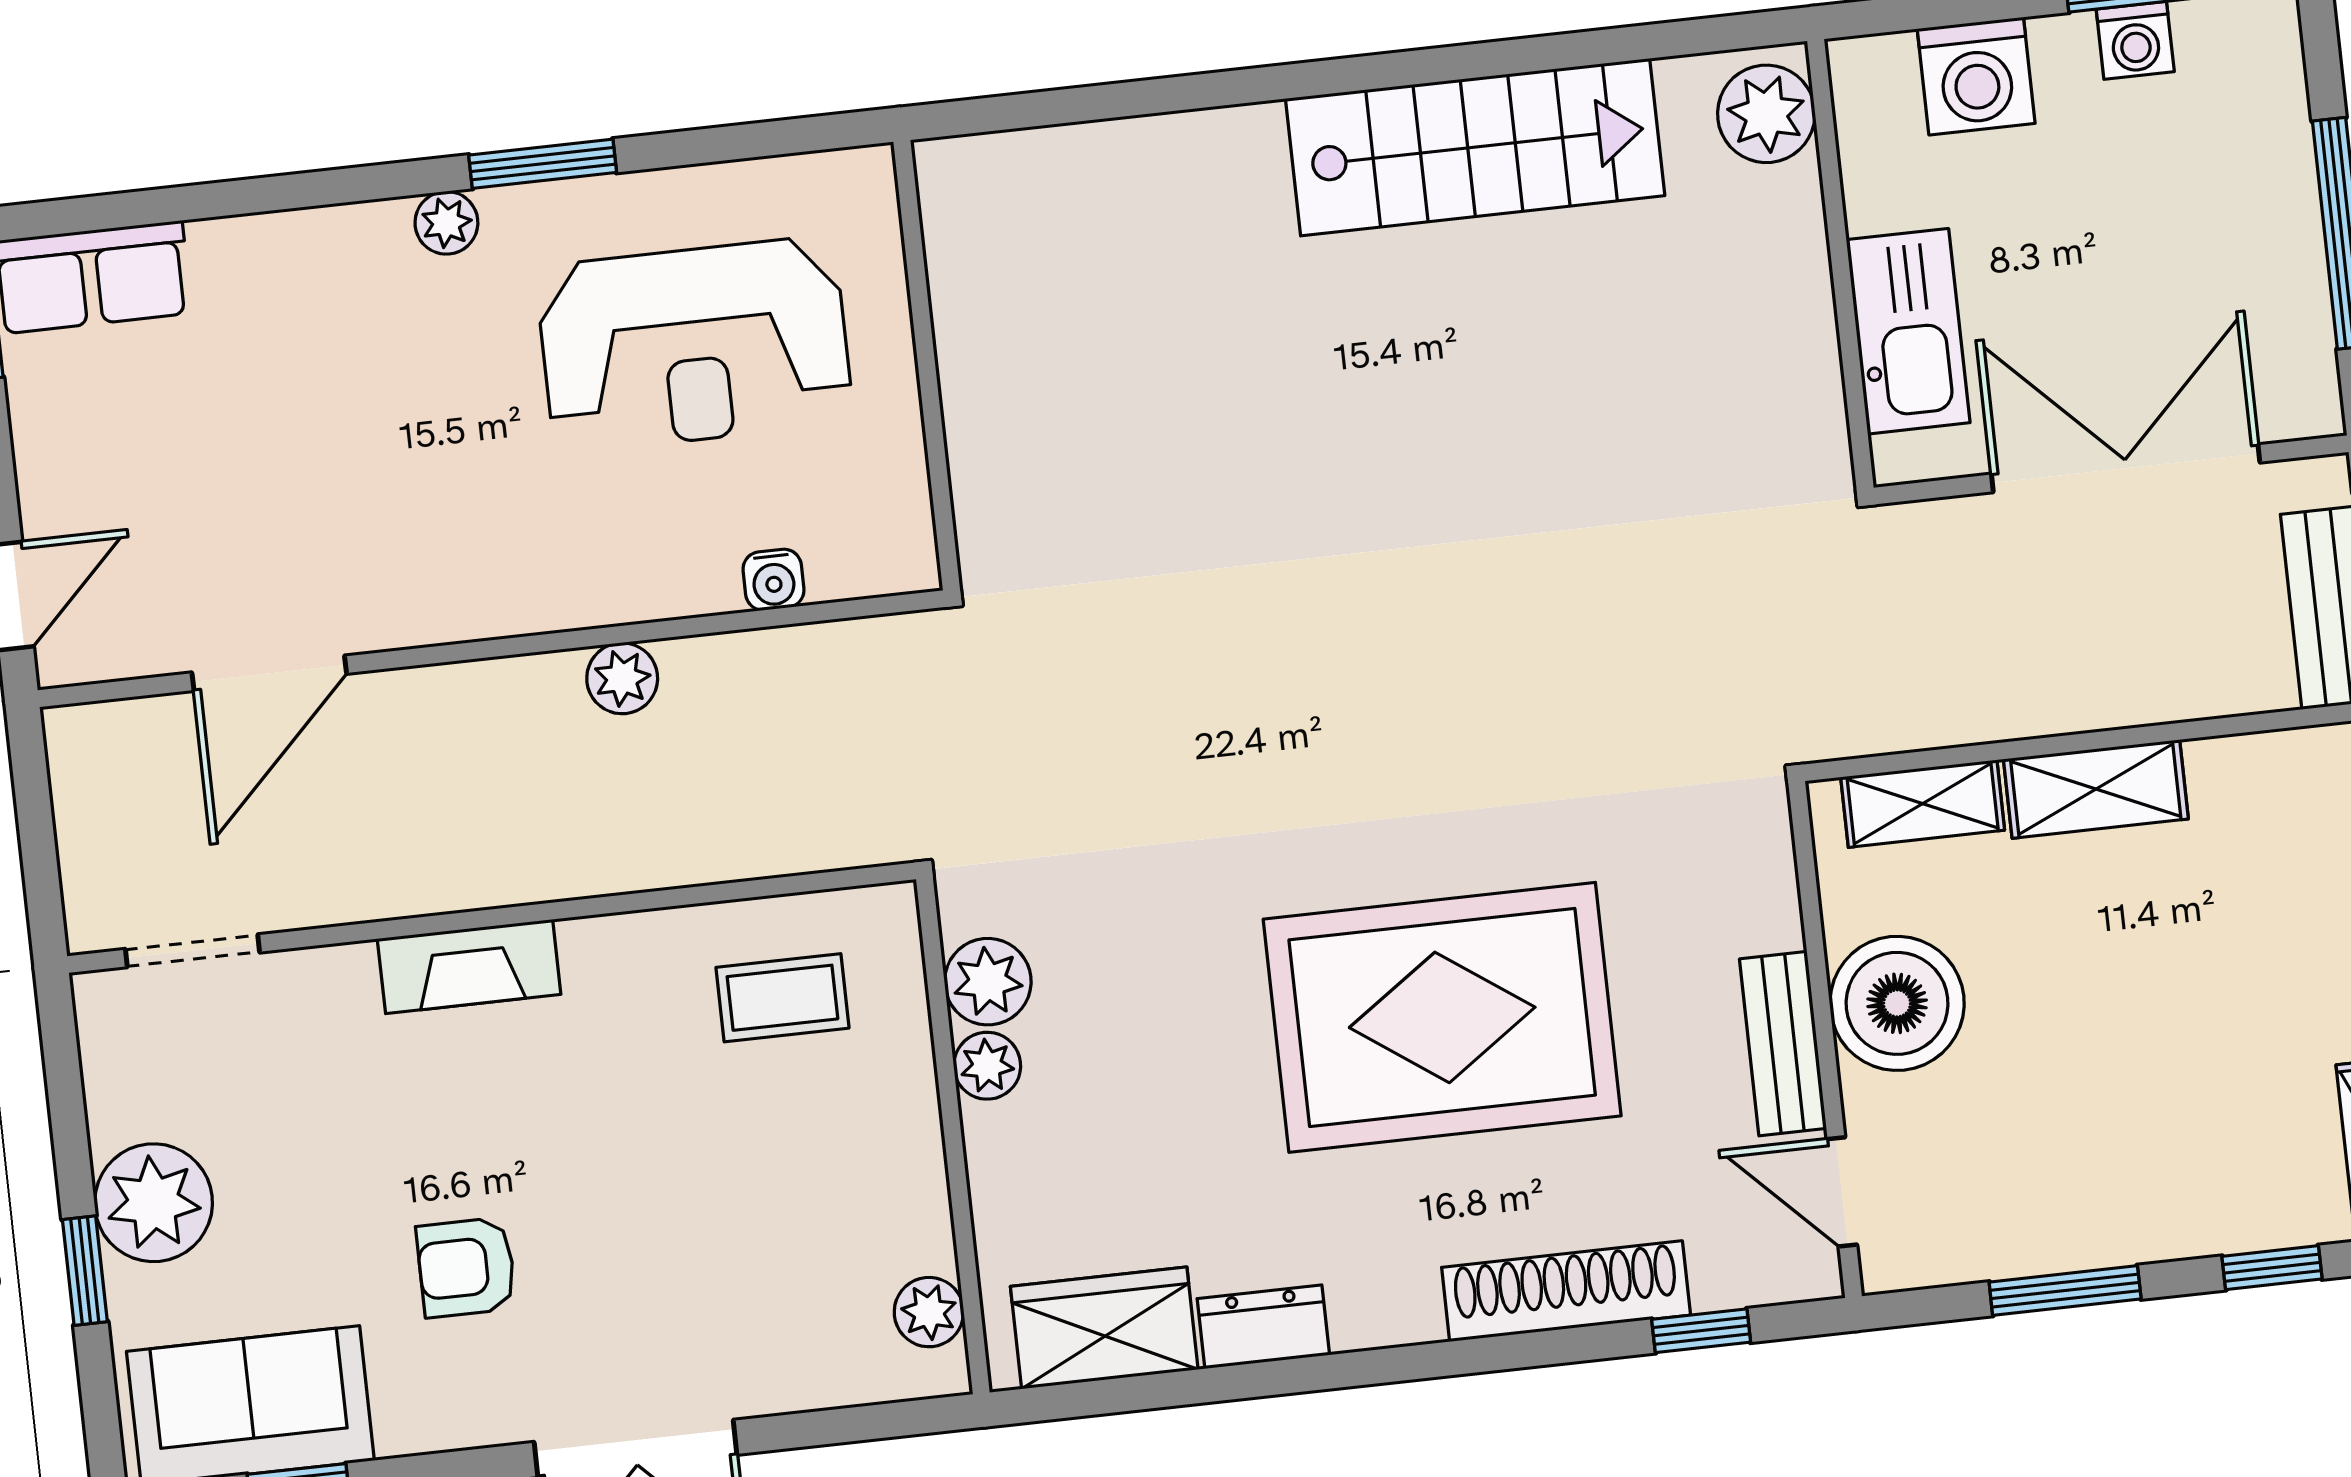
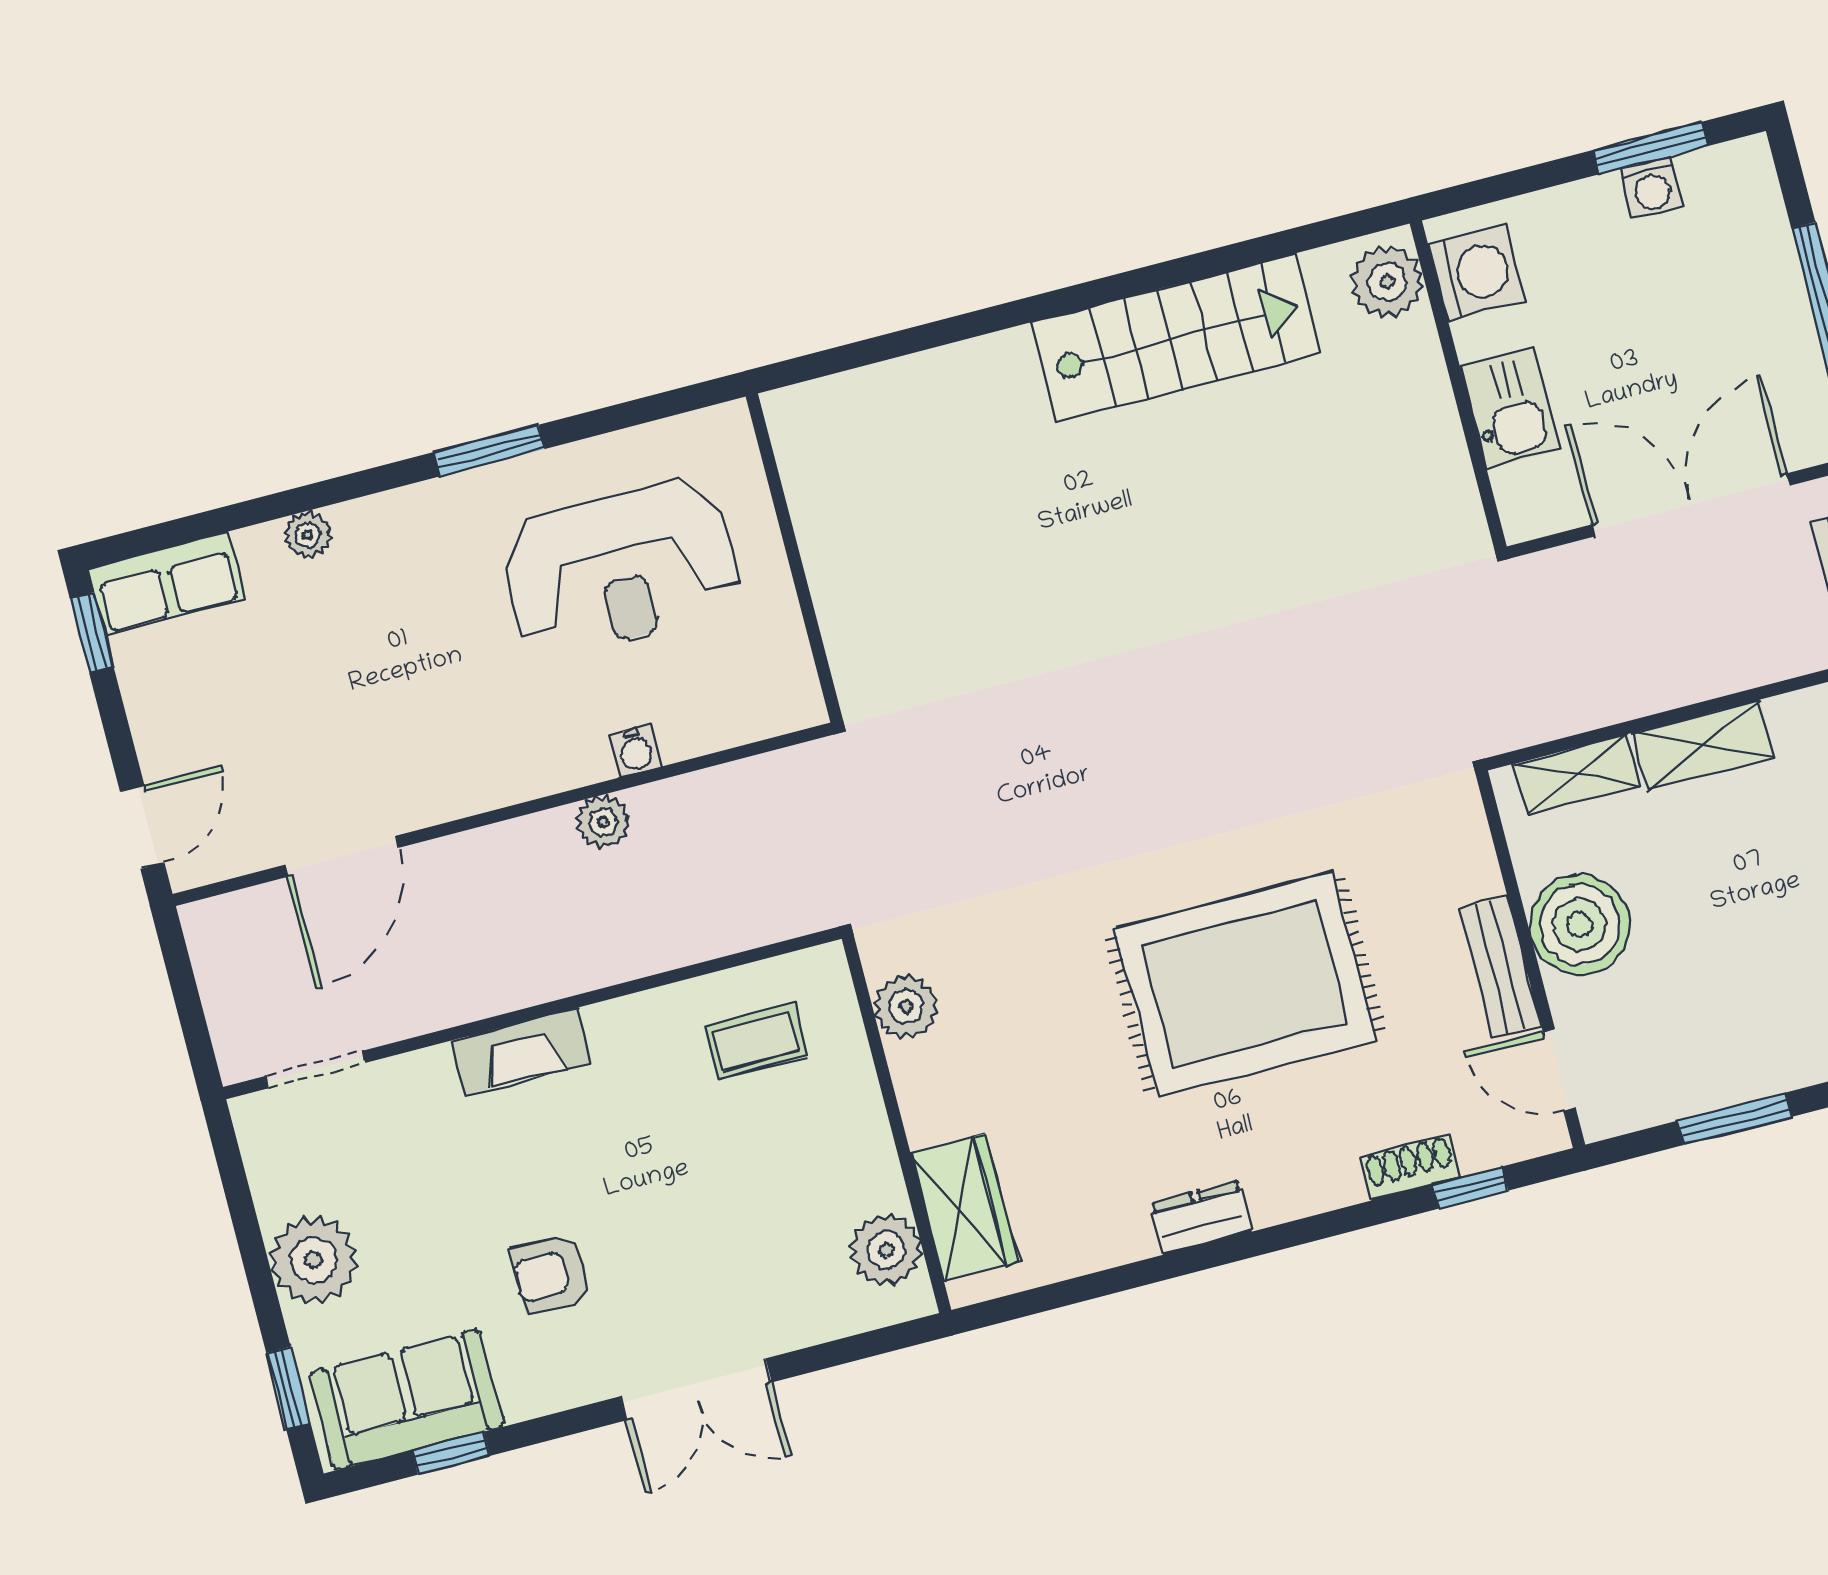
washing machine: (1976, 76) -> (1477, 273), moved, turned -90
plant: (446, 223) -> (308, 535), moved
kitchen sink: (1908, 331) -> (1510, 408), width x0.73
water cooler: (773, 580) -> (635, 751), moved
plant: (987, 1066) -> (914, 1069), removed
window: (85, 1271) -> (289, 1388), moved
shoe rack: (1566, 1291) -> (1410, 1167), width x0.51, depth x0.81
plant: (929, 1312) -> (886, 1250), width x1.38, depth x1.38
dresser: (1263, 1327) -> (1201, 1218), moved
wardrobe: (1104, 1328) -> (964, 1207), moved, turned 90

